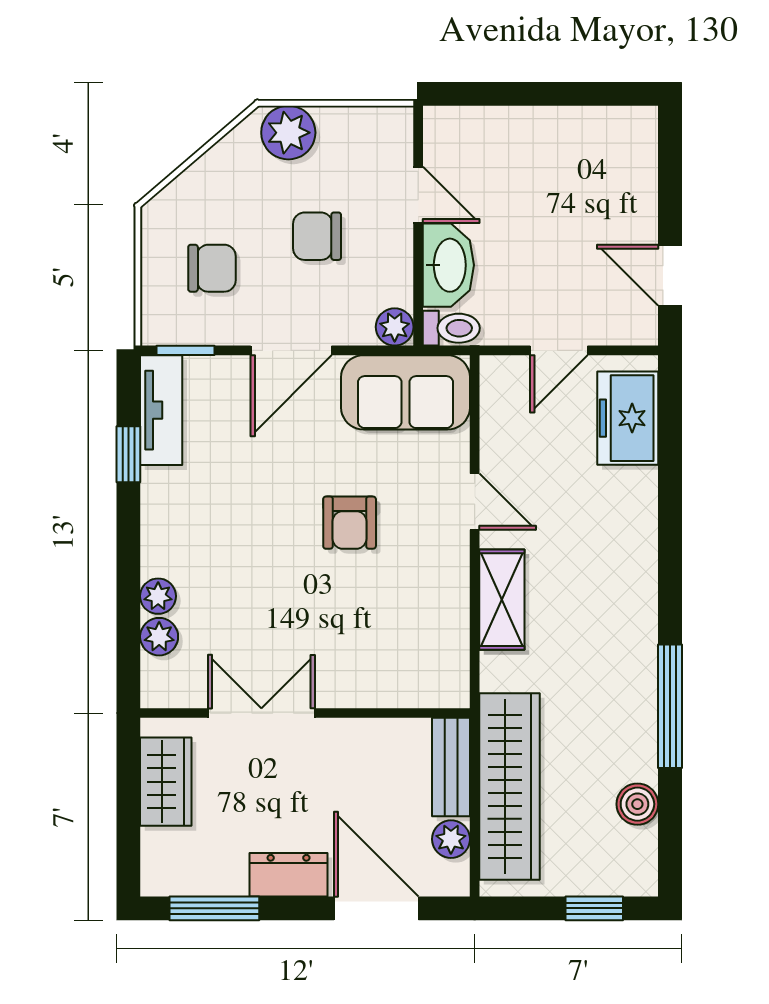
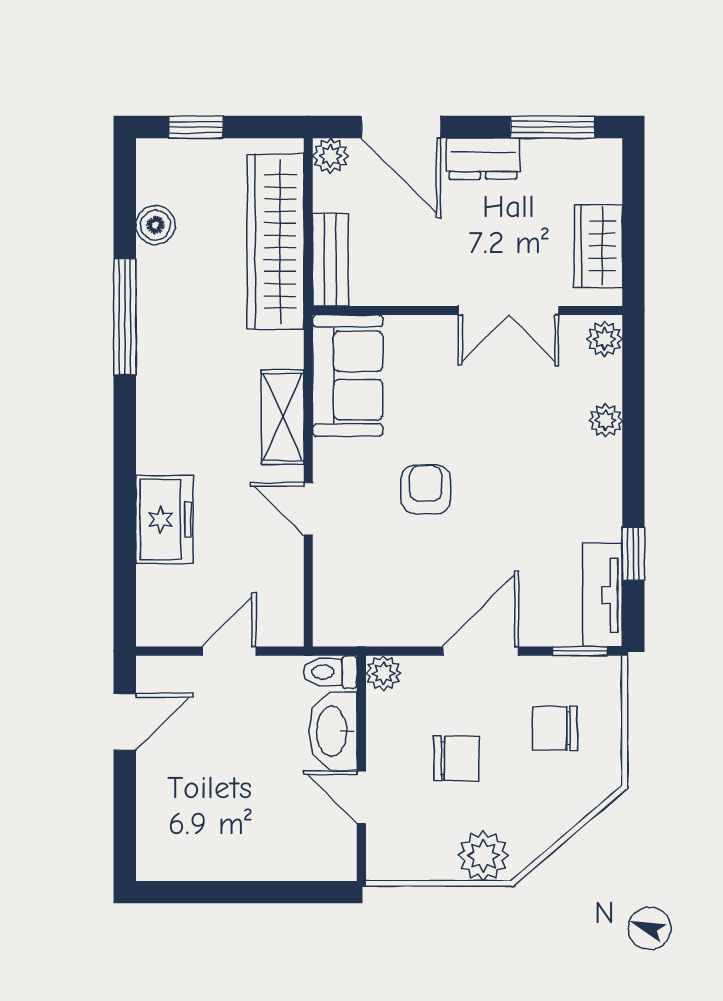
door: (670, 275) -> (125, 722), hinge flipped
sofa: (405, 392) -> (348, 375), moved, turned 90
freezer: (628, 418) -> (164, 520), moved
plant: (159, 637) -> (605, 339), moved
plant: (451, 839) -> (330, 156), moved

